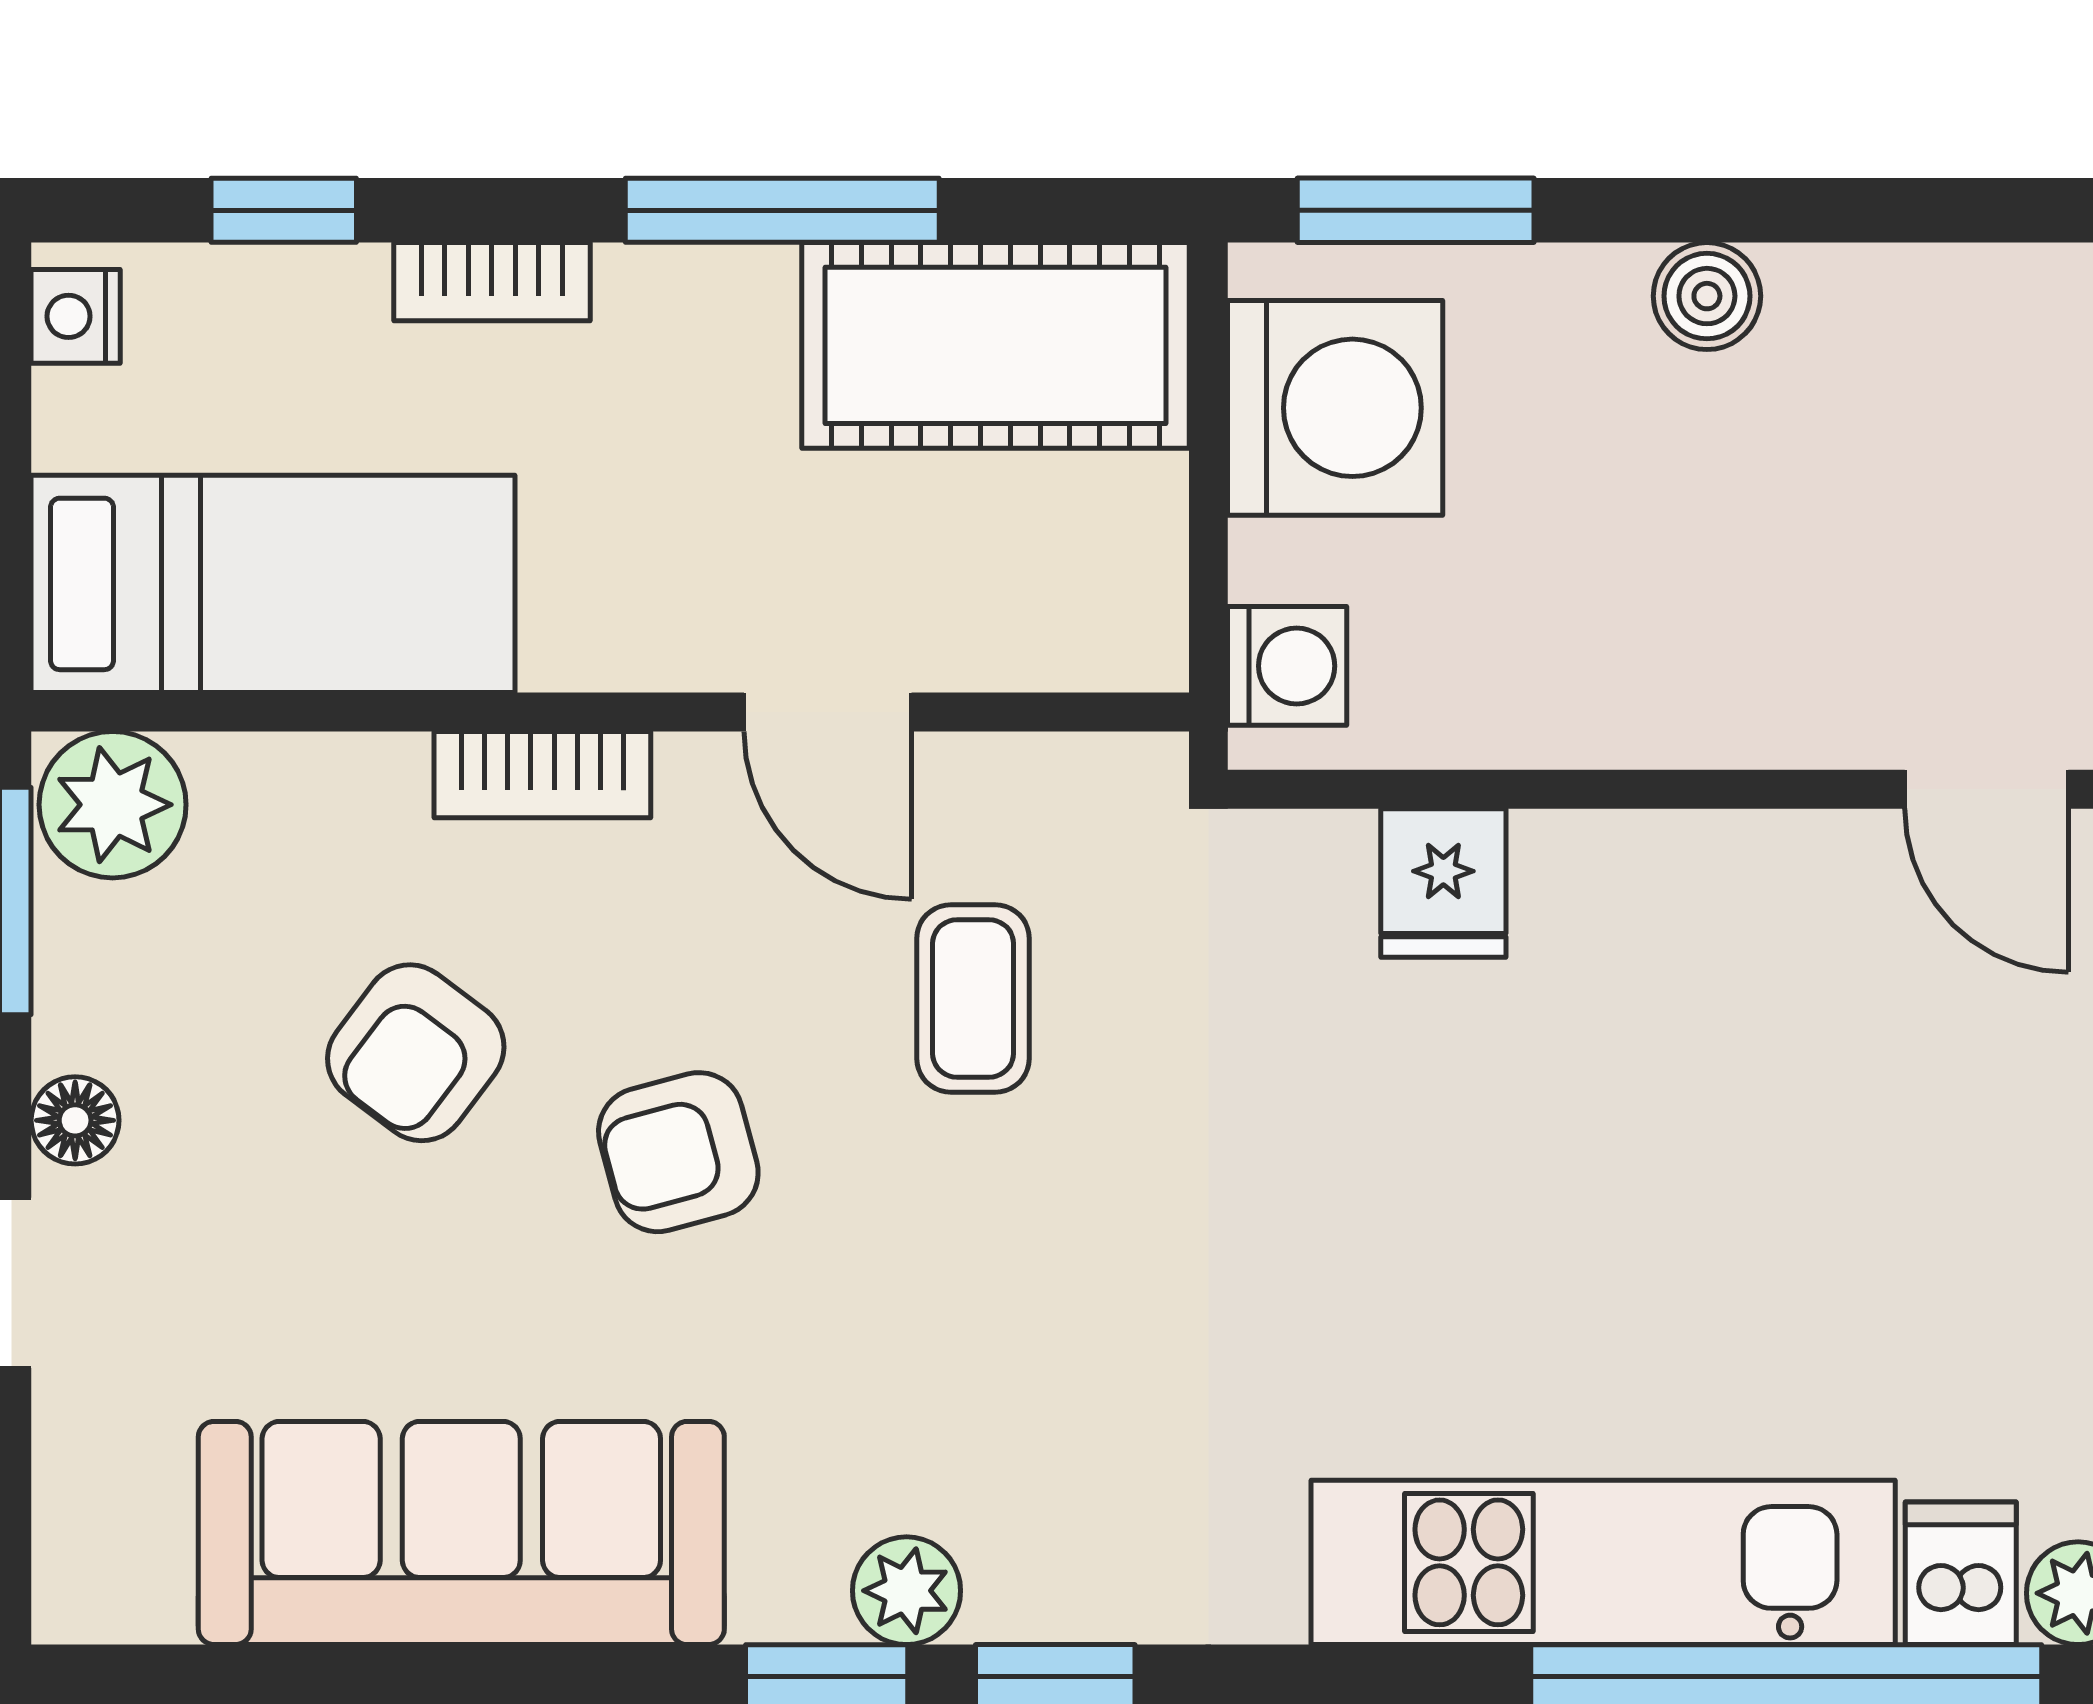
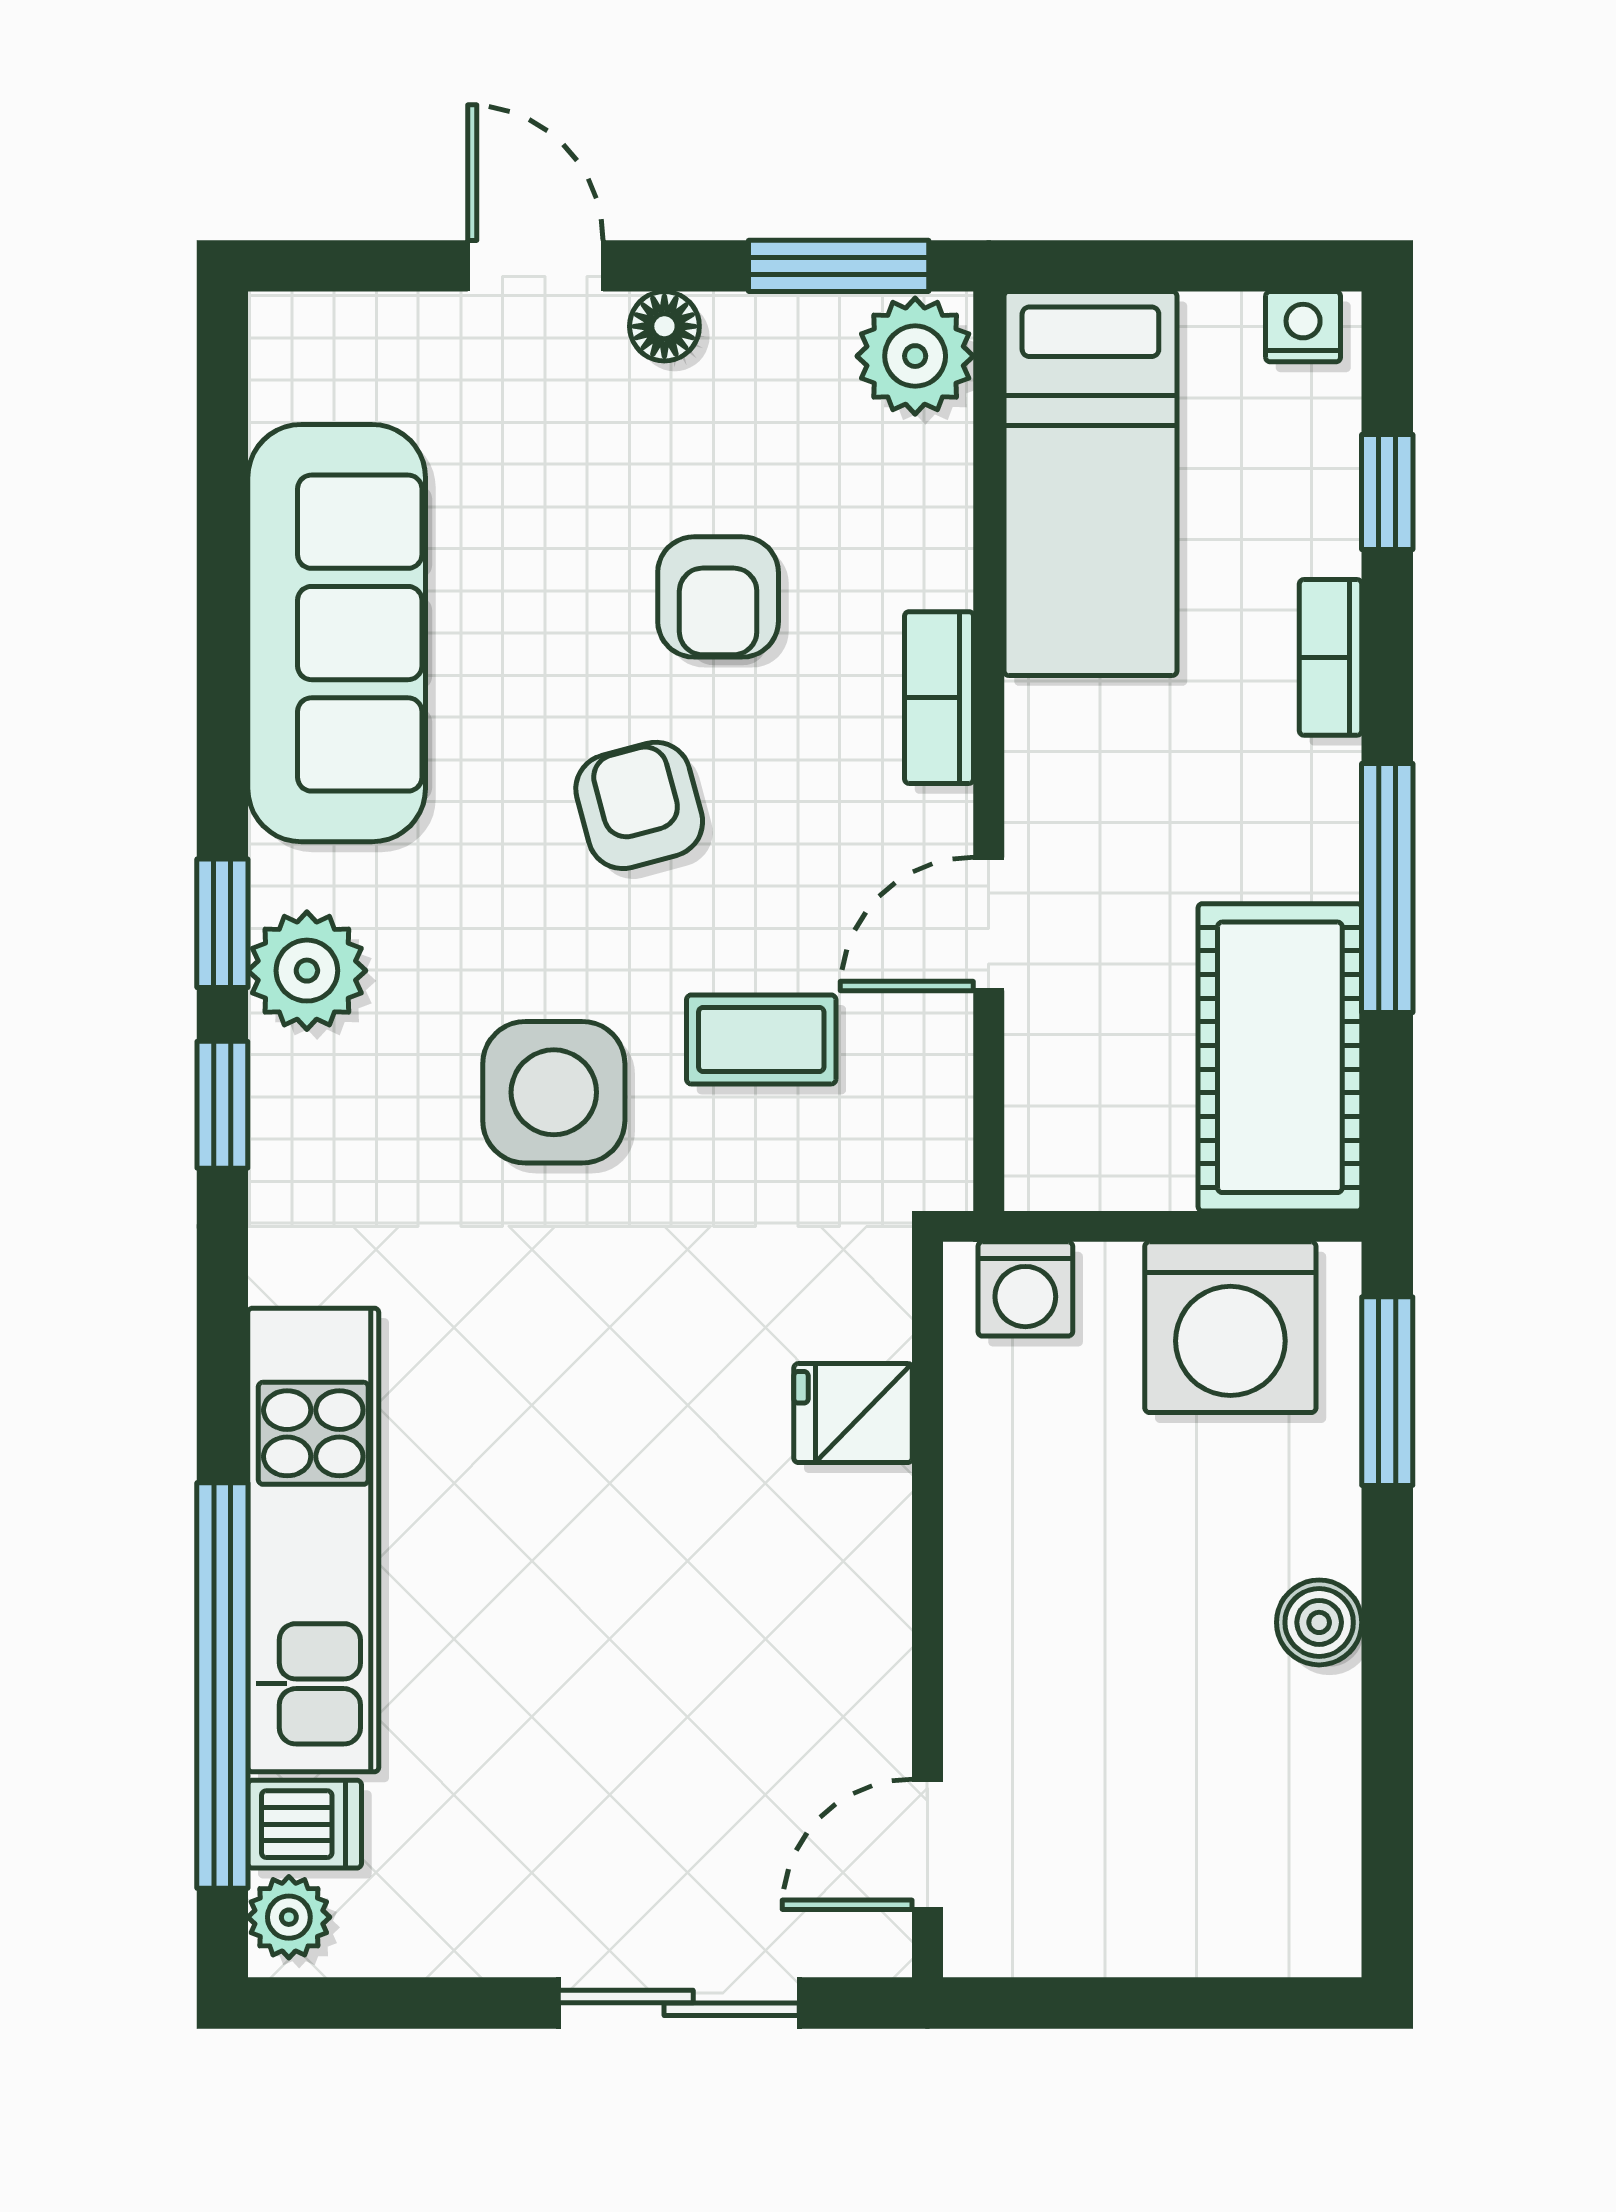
armchair: (416, 1053) -> (718, 597), turned -127
side table: (1039, 1260) -> (554, 1092), added
plant: (907, 1591) -> (307, 971), width x1.38, depth x1.38

